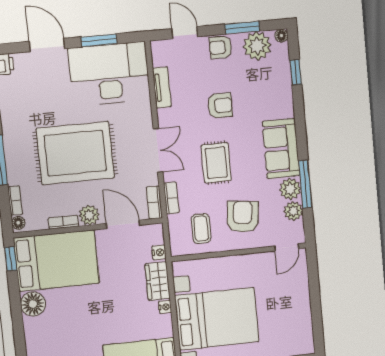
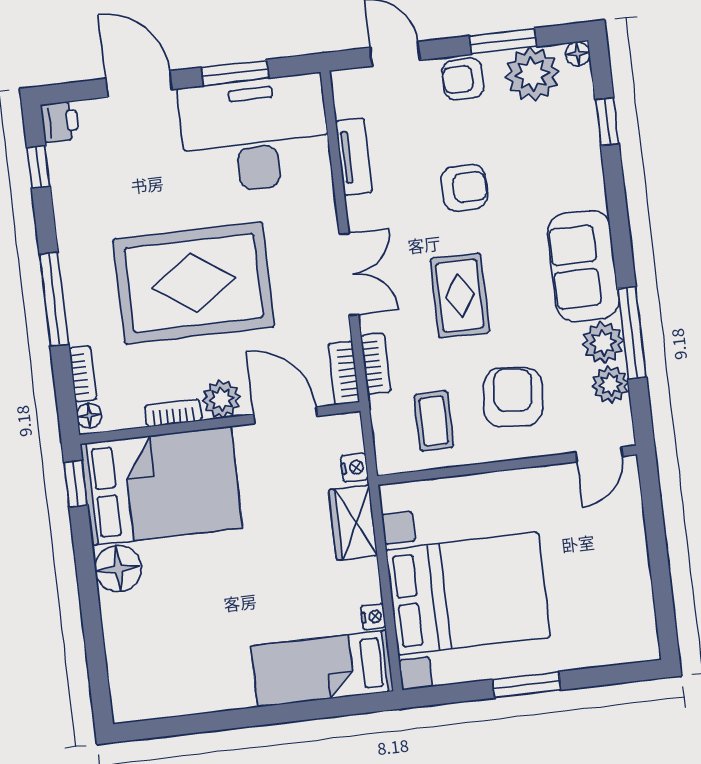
nightstand: (165, 307) -> (373, 617), moved

